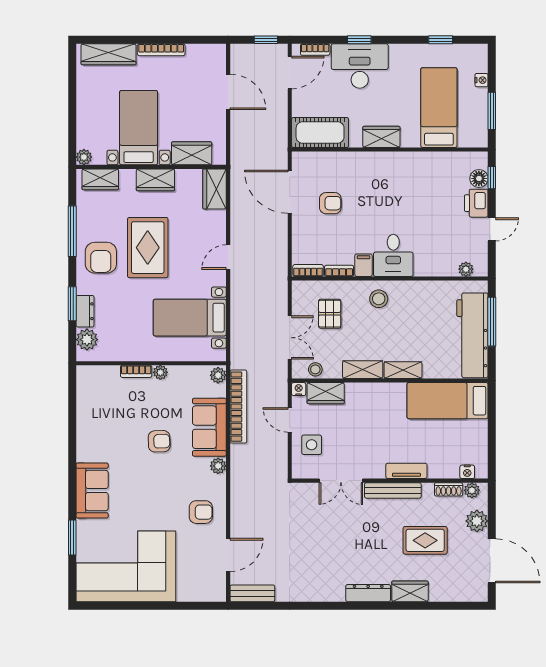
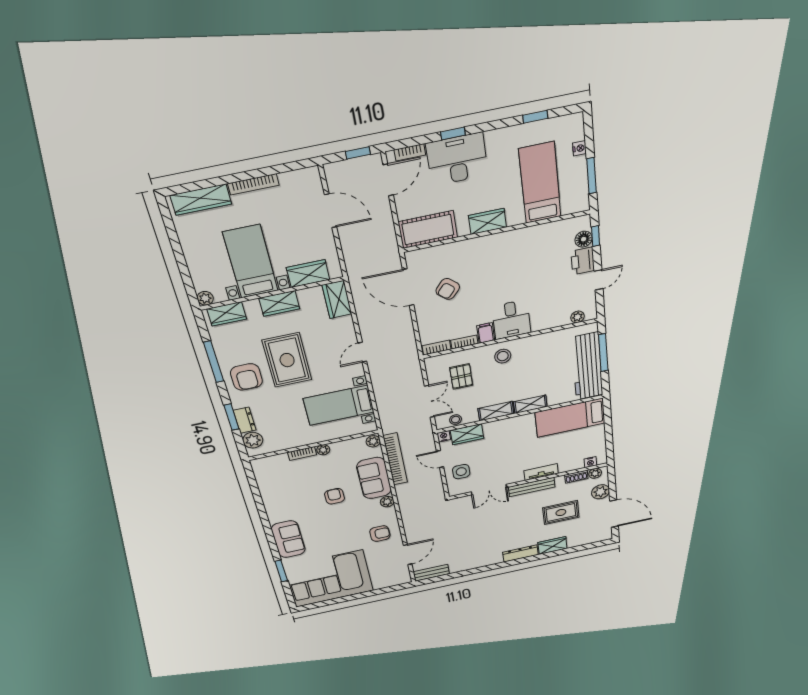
armchair: (330, 203) -> (448, 289), turned 131
armchair: (159, 441) -> (335, 496), turned -88

